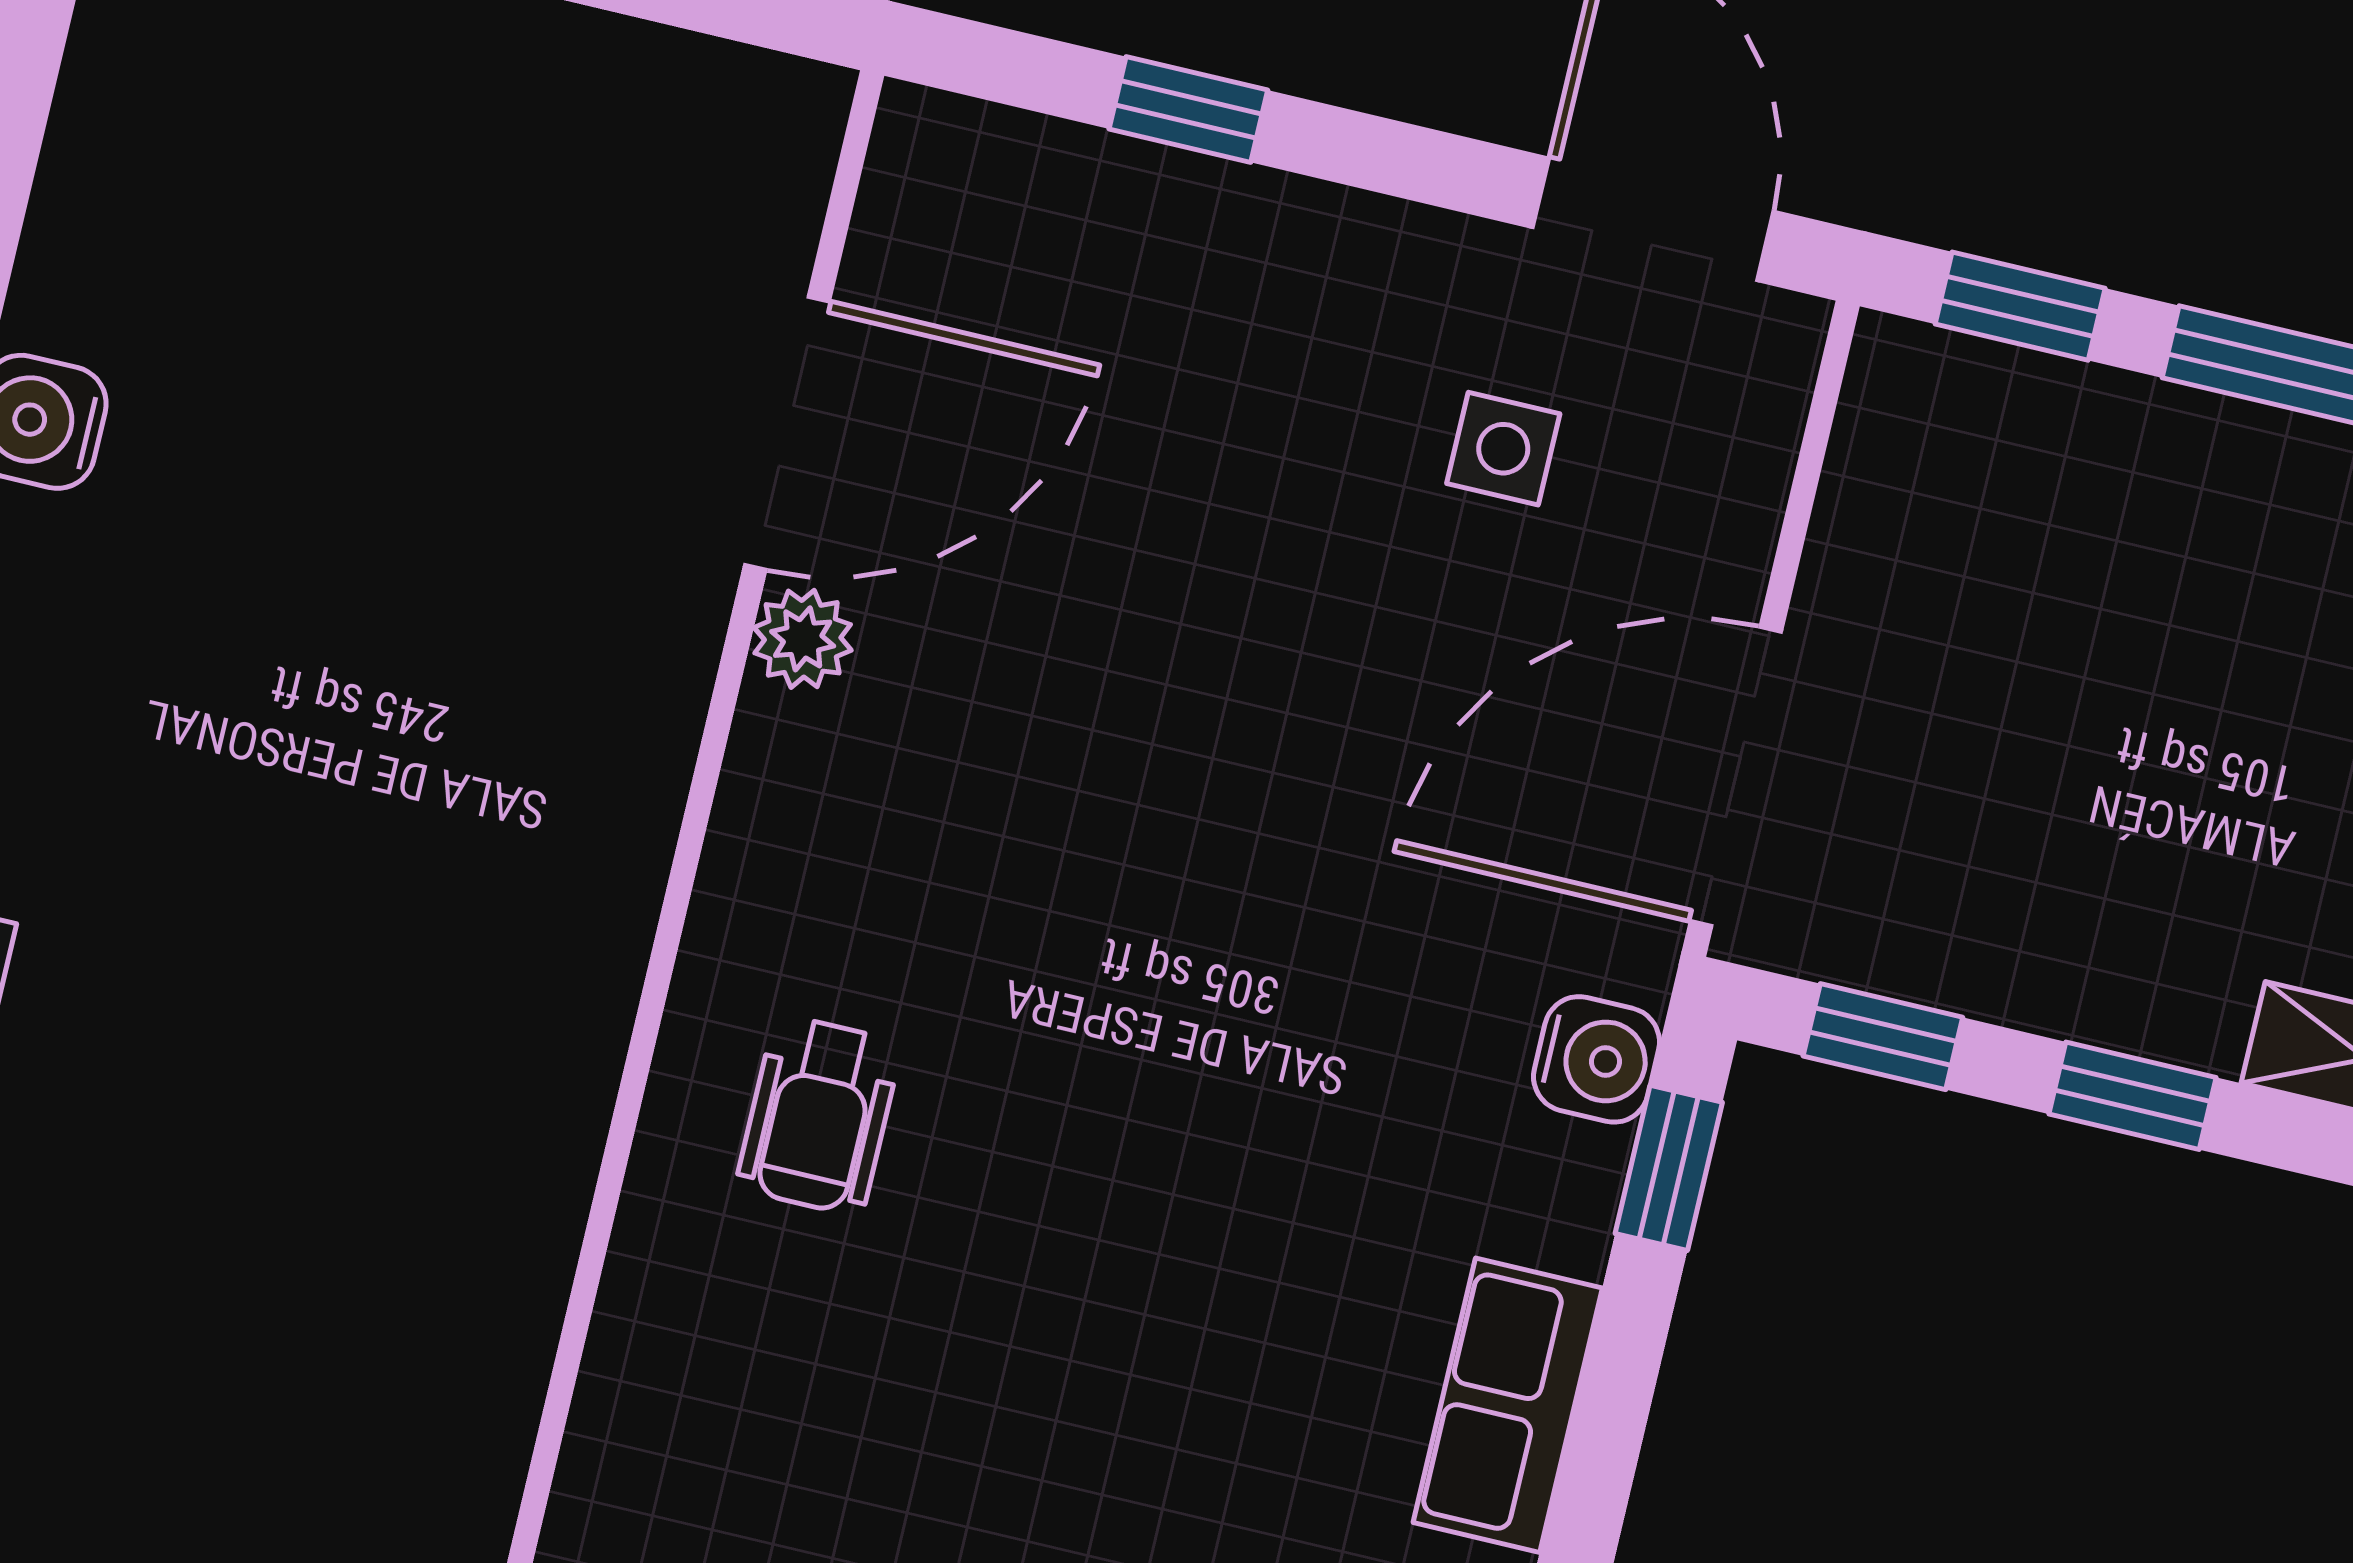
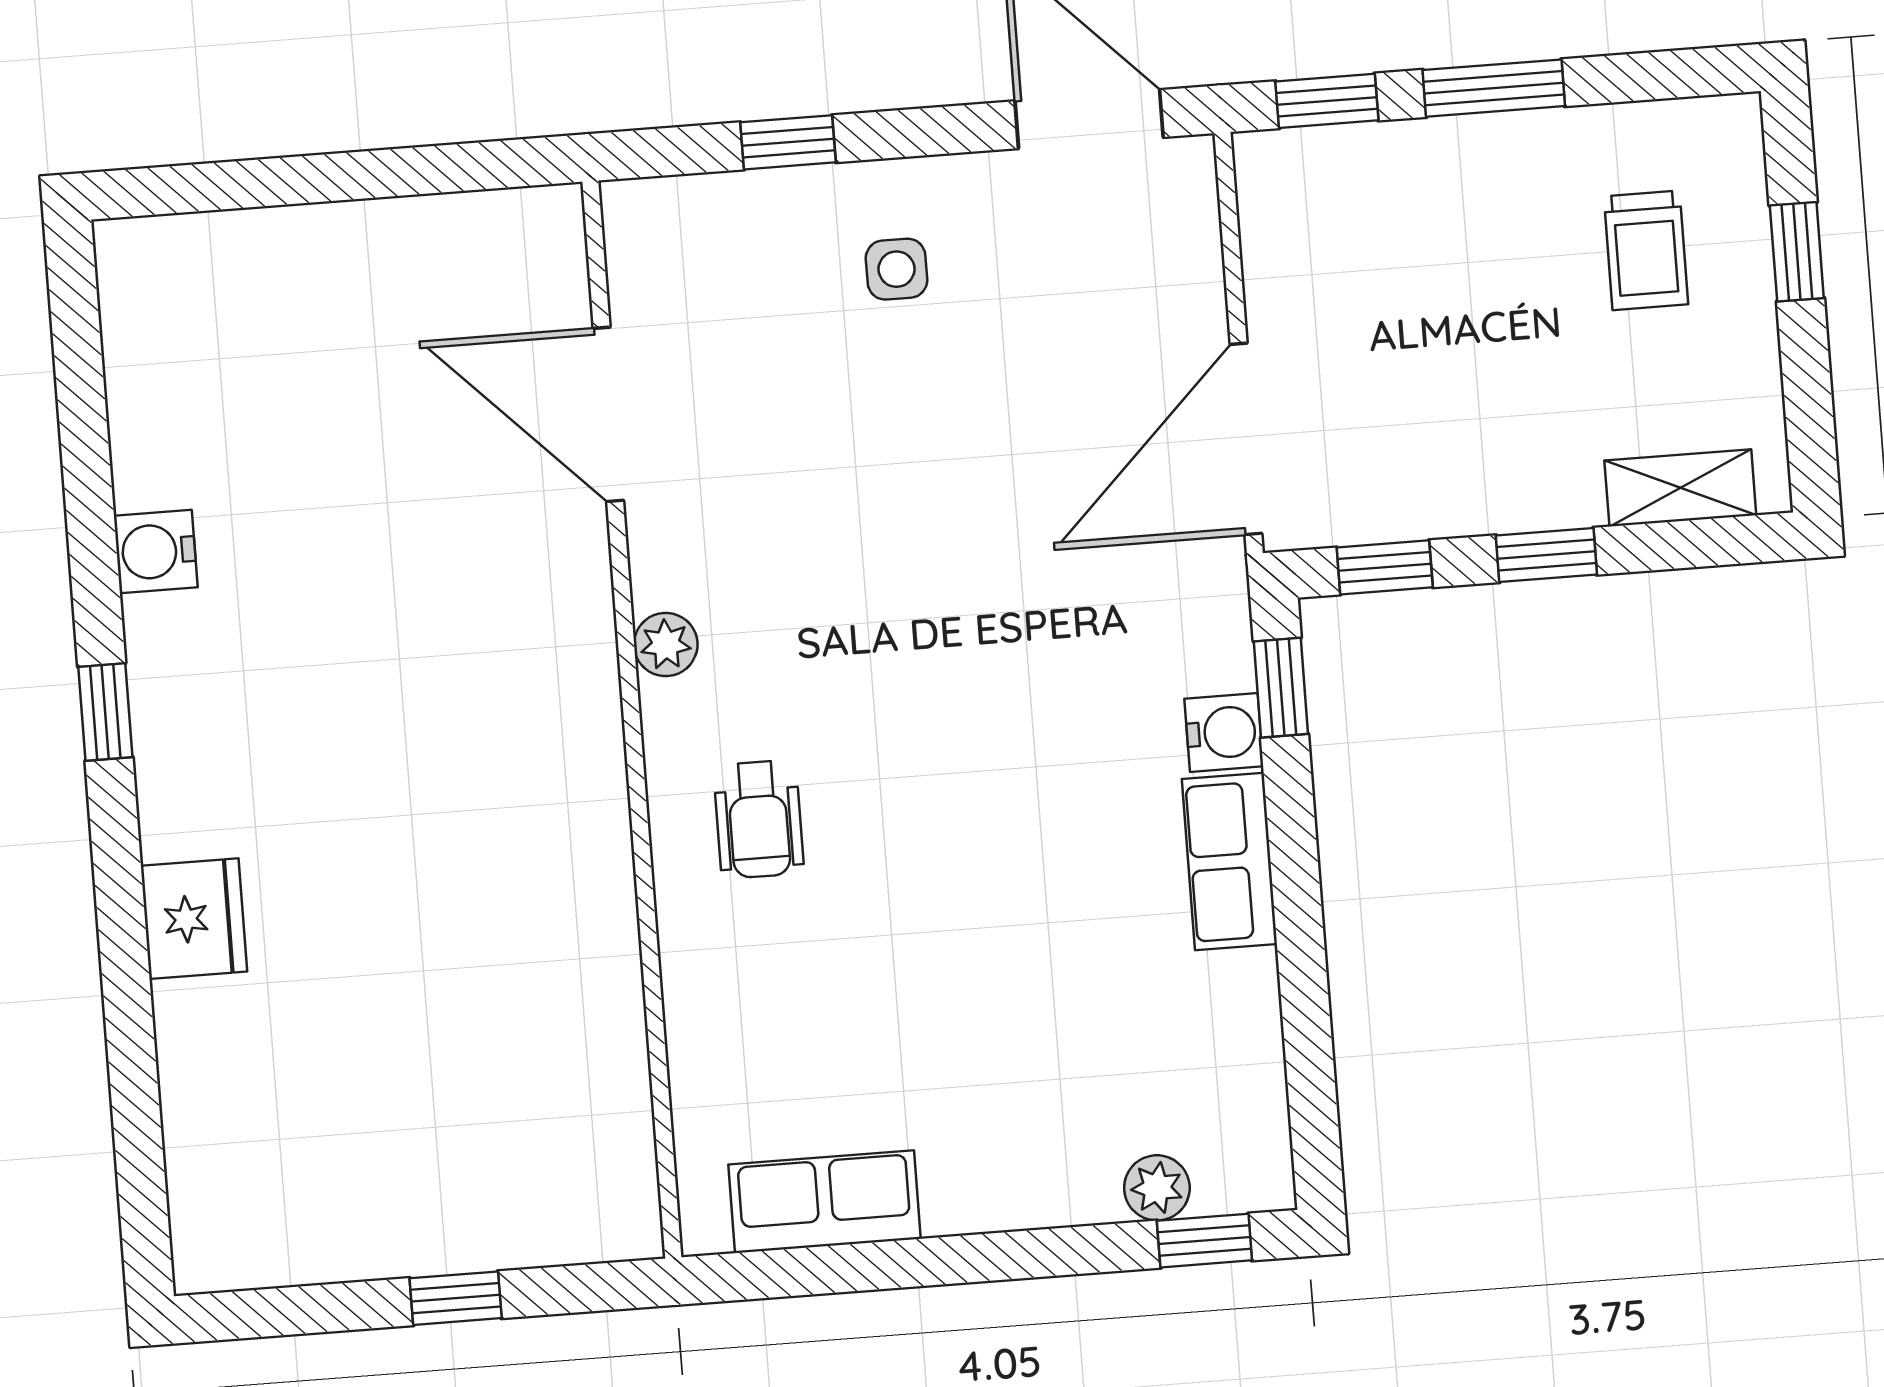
door: (787, 433) -> (608, 414), swing flipped
side table: (1503, 449) -> (897, 269), moved
plant: (803, 639) -> (666, 645), moved
water cooler: (1596, 1059) -> (1224, 732), moved

